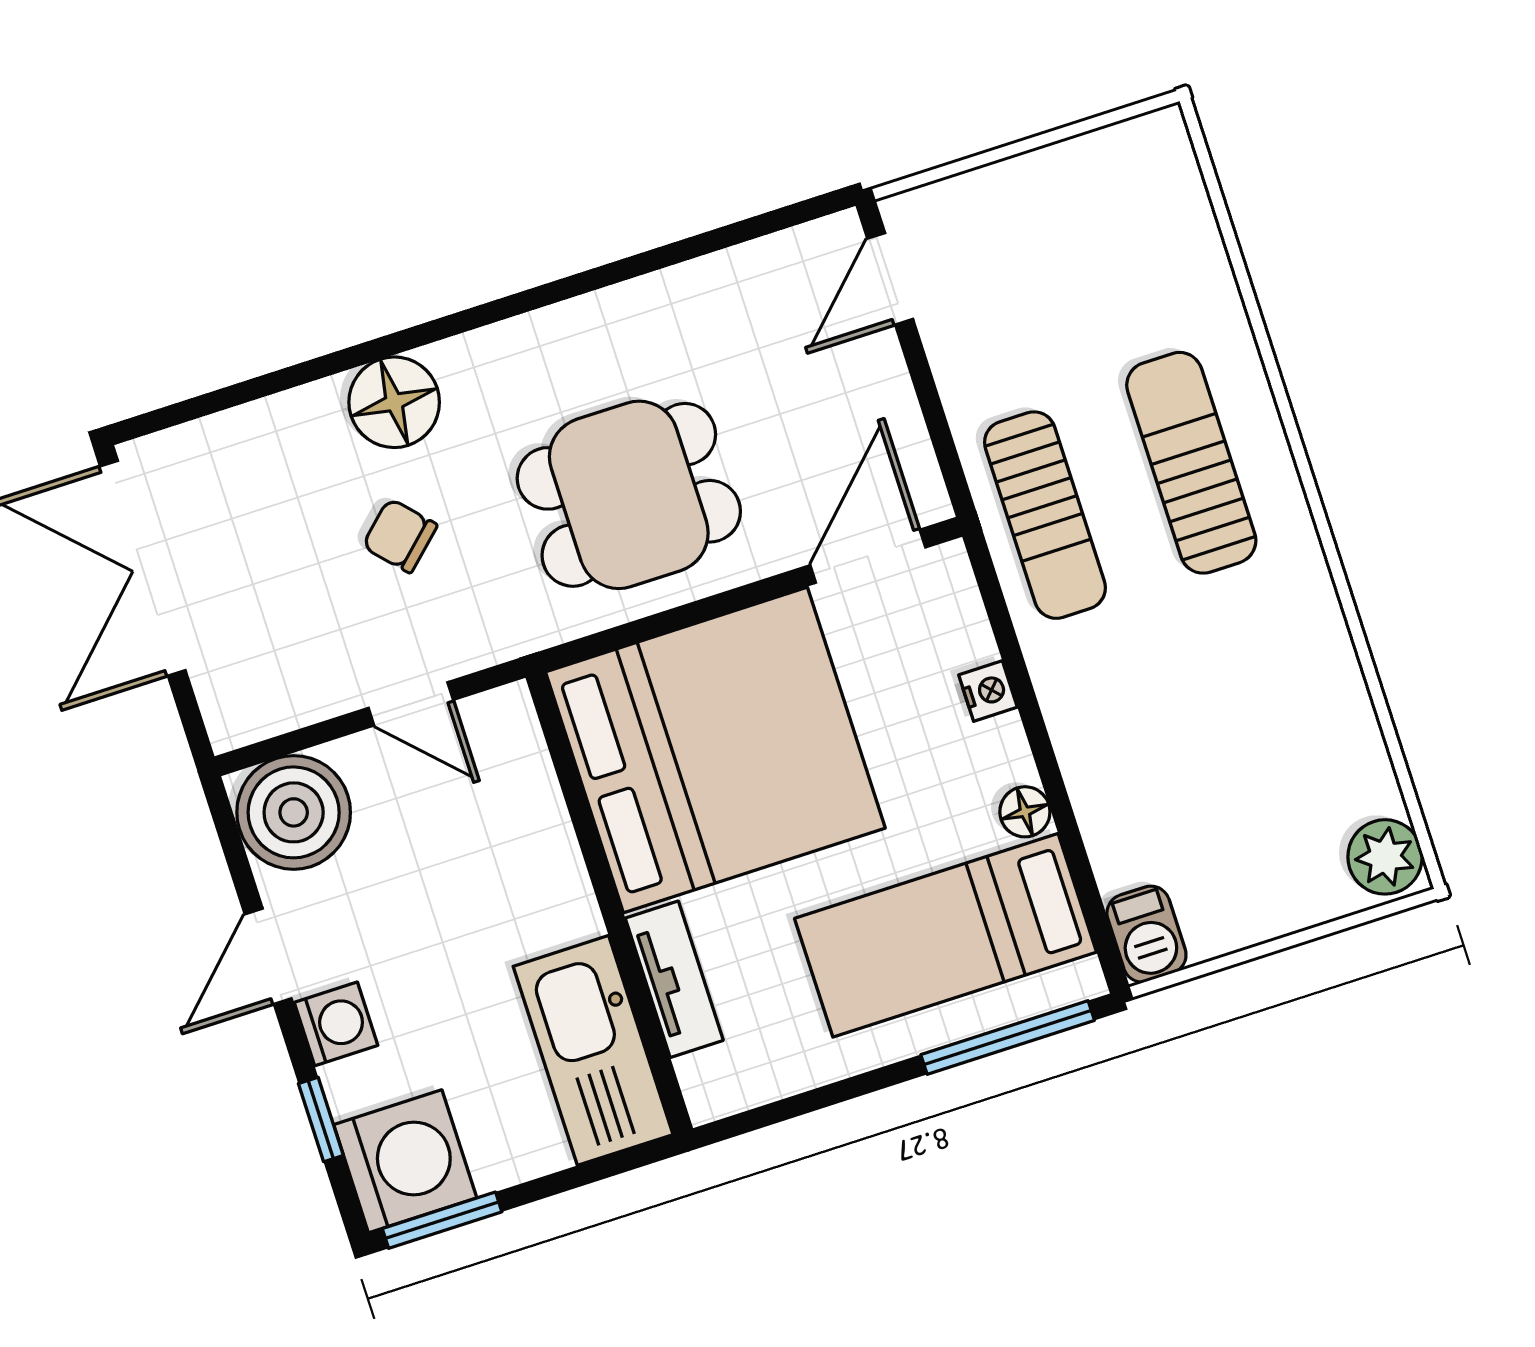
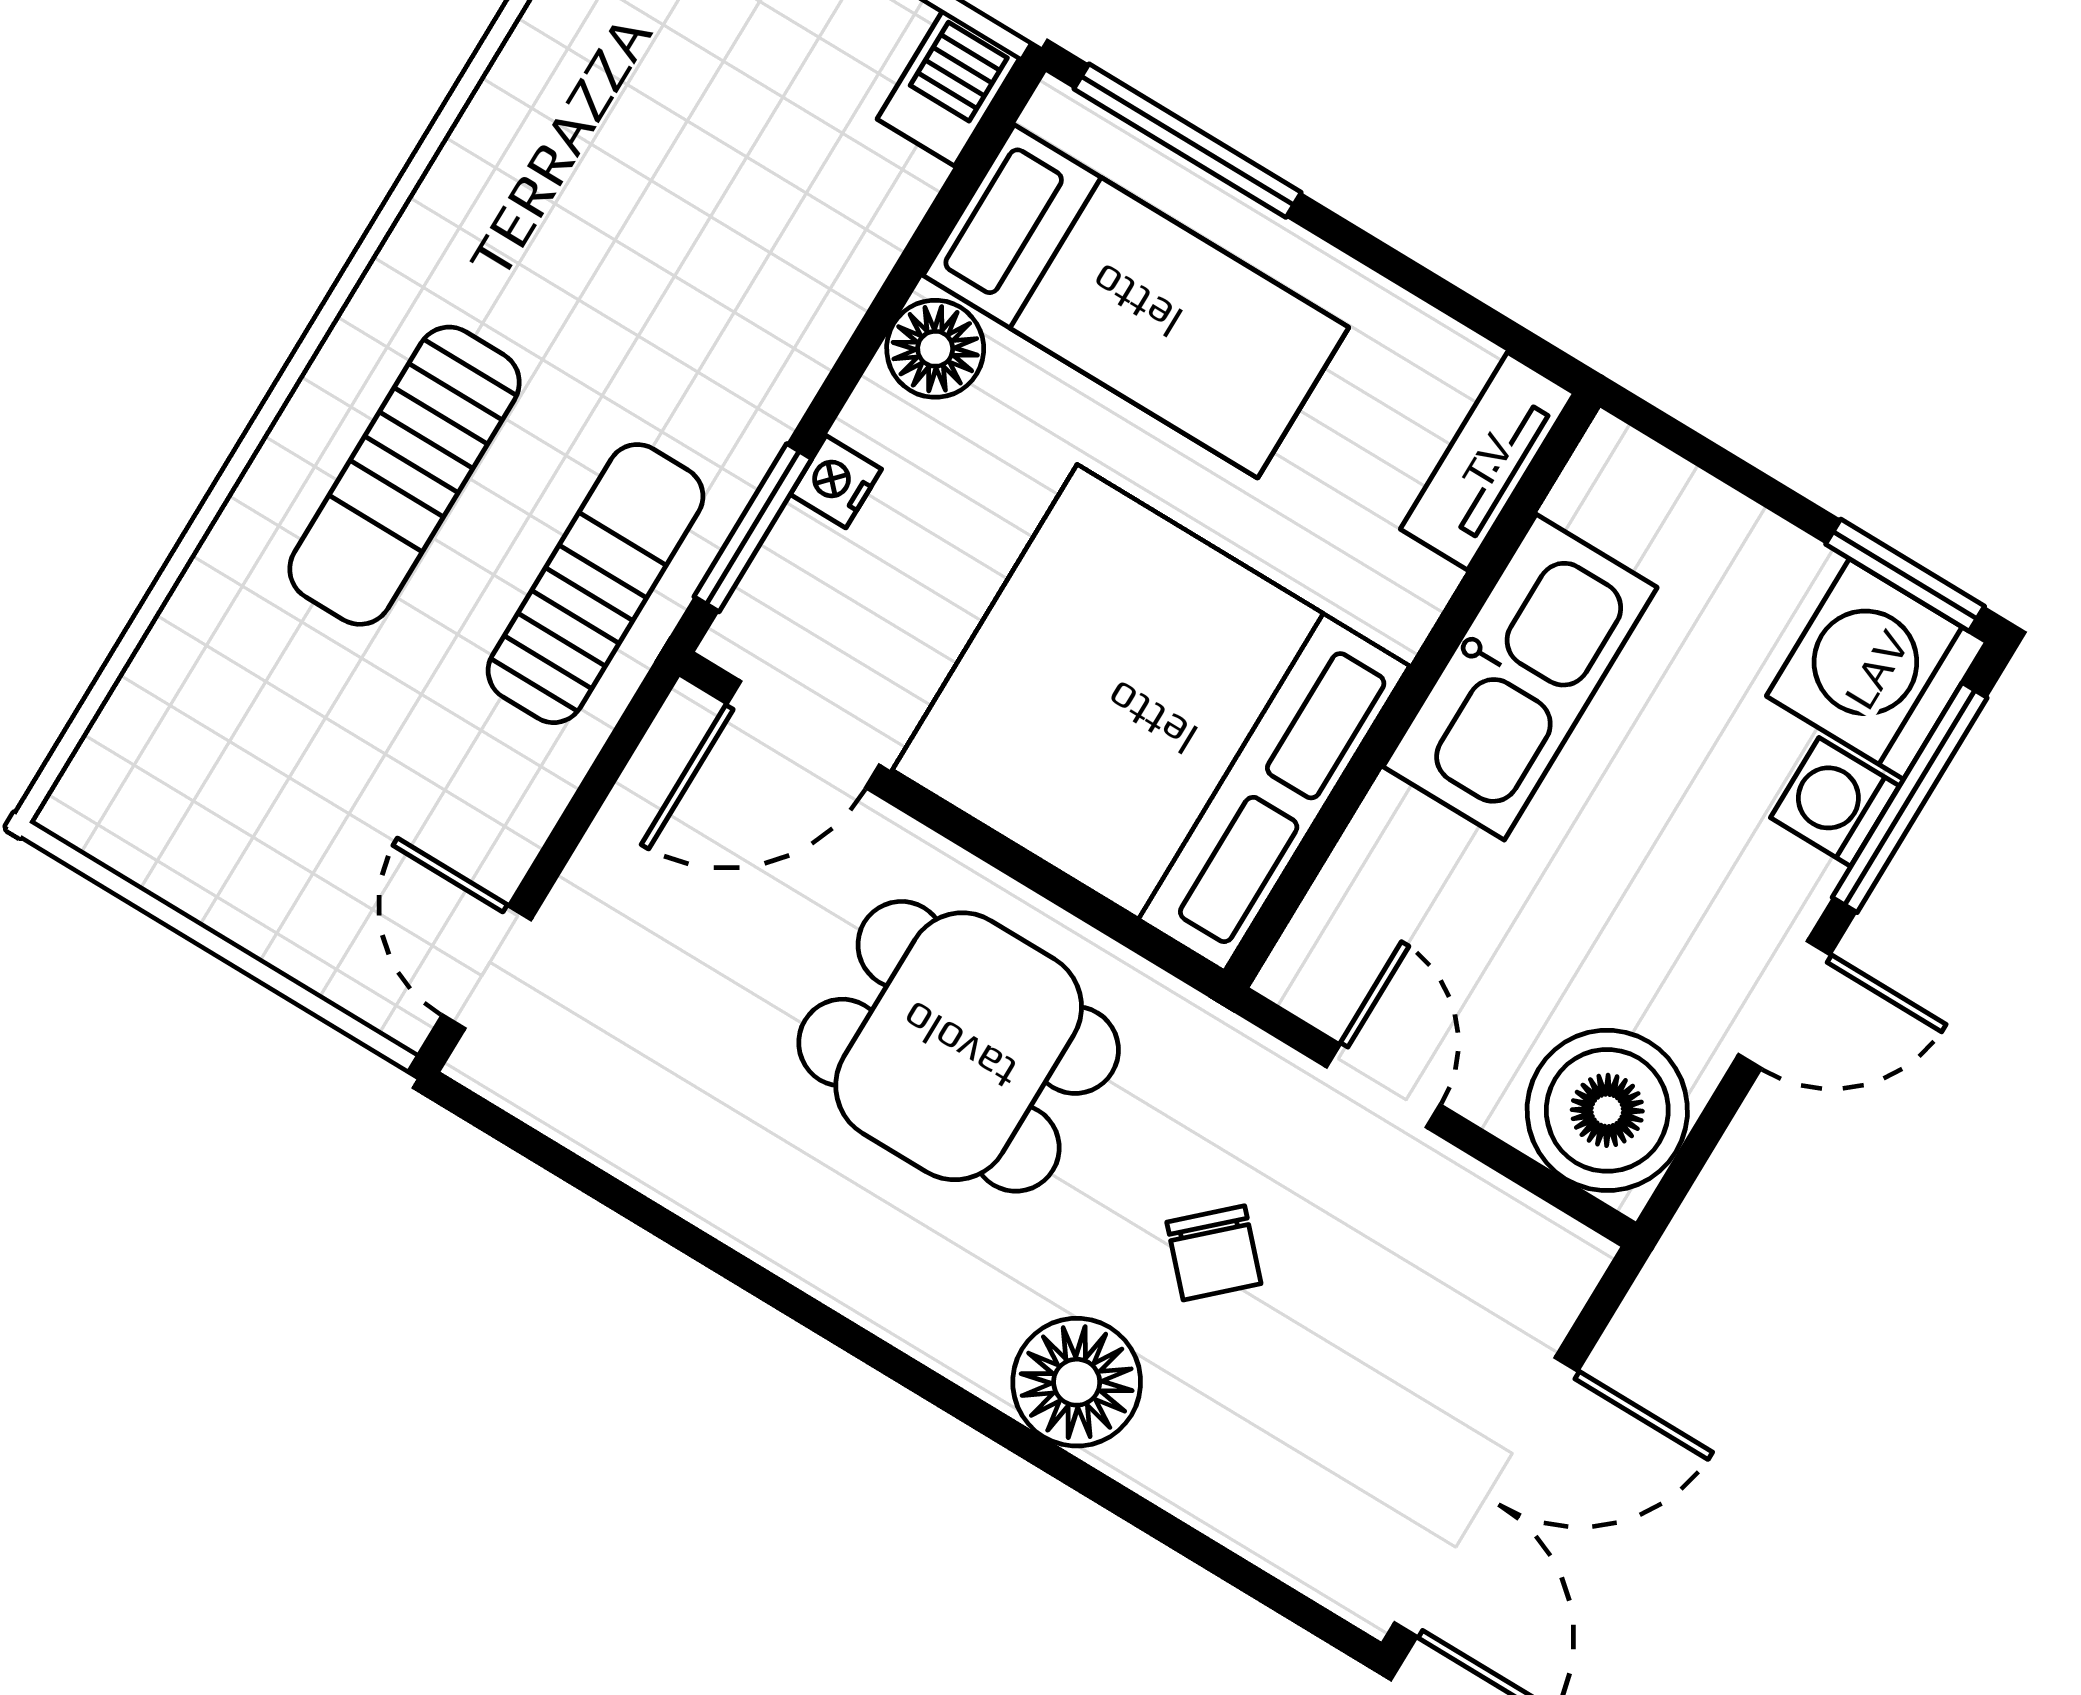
door: (890, 279) -> (487, 967), swing flipped
window: (1002, 625) -> (753, 528), added
floor lamp: (1025, 812) -> (935, 349), width x1.37, depth x1.37
tv unit: (674, 979) -> (1487, 461), moved
washing machine: (336, 1024) -> (1835, 802), moved
kitchen sink: (593, 1050) -> (1520, 677), moved
window: (321, 1119) -> (1910, 798), width x2.17

